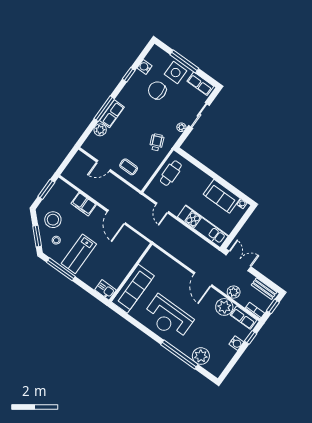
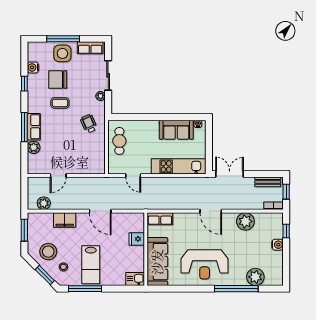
coffee table: (129, 167) -> (60, 103), moved
fridge: (129, 260) -> (137, 239), added
plant: (234, 292) -> (44, 203), moved
row of seats: (243, 318) -> (160, 219), moved

